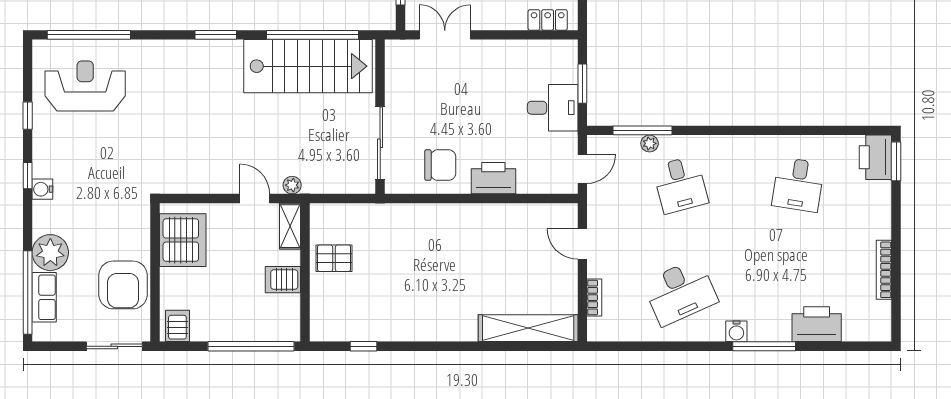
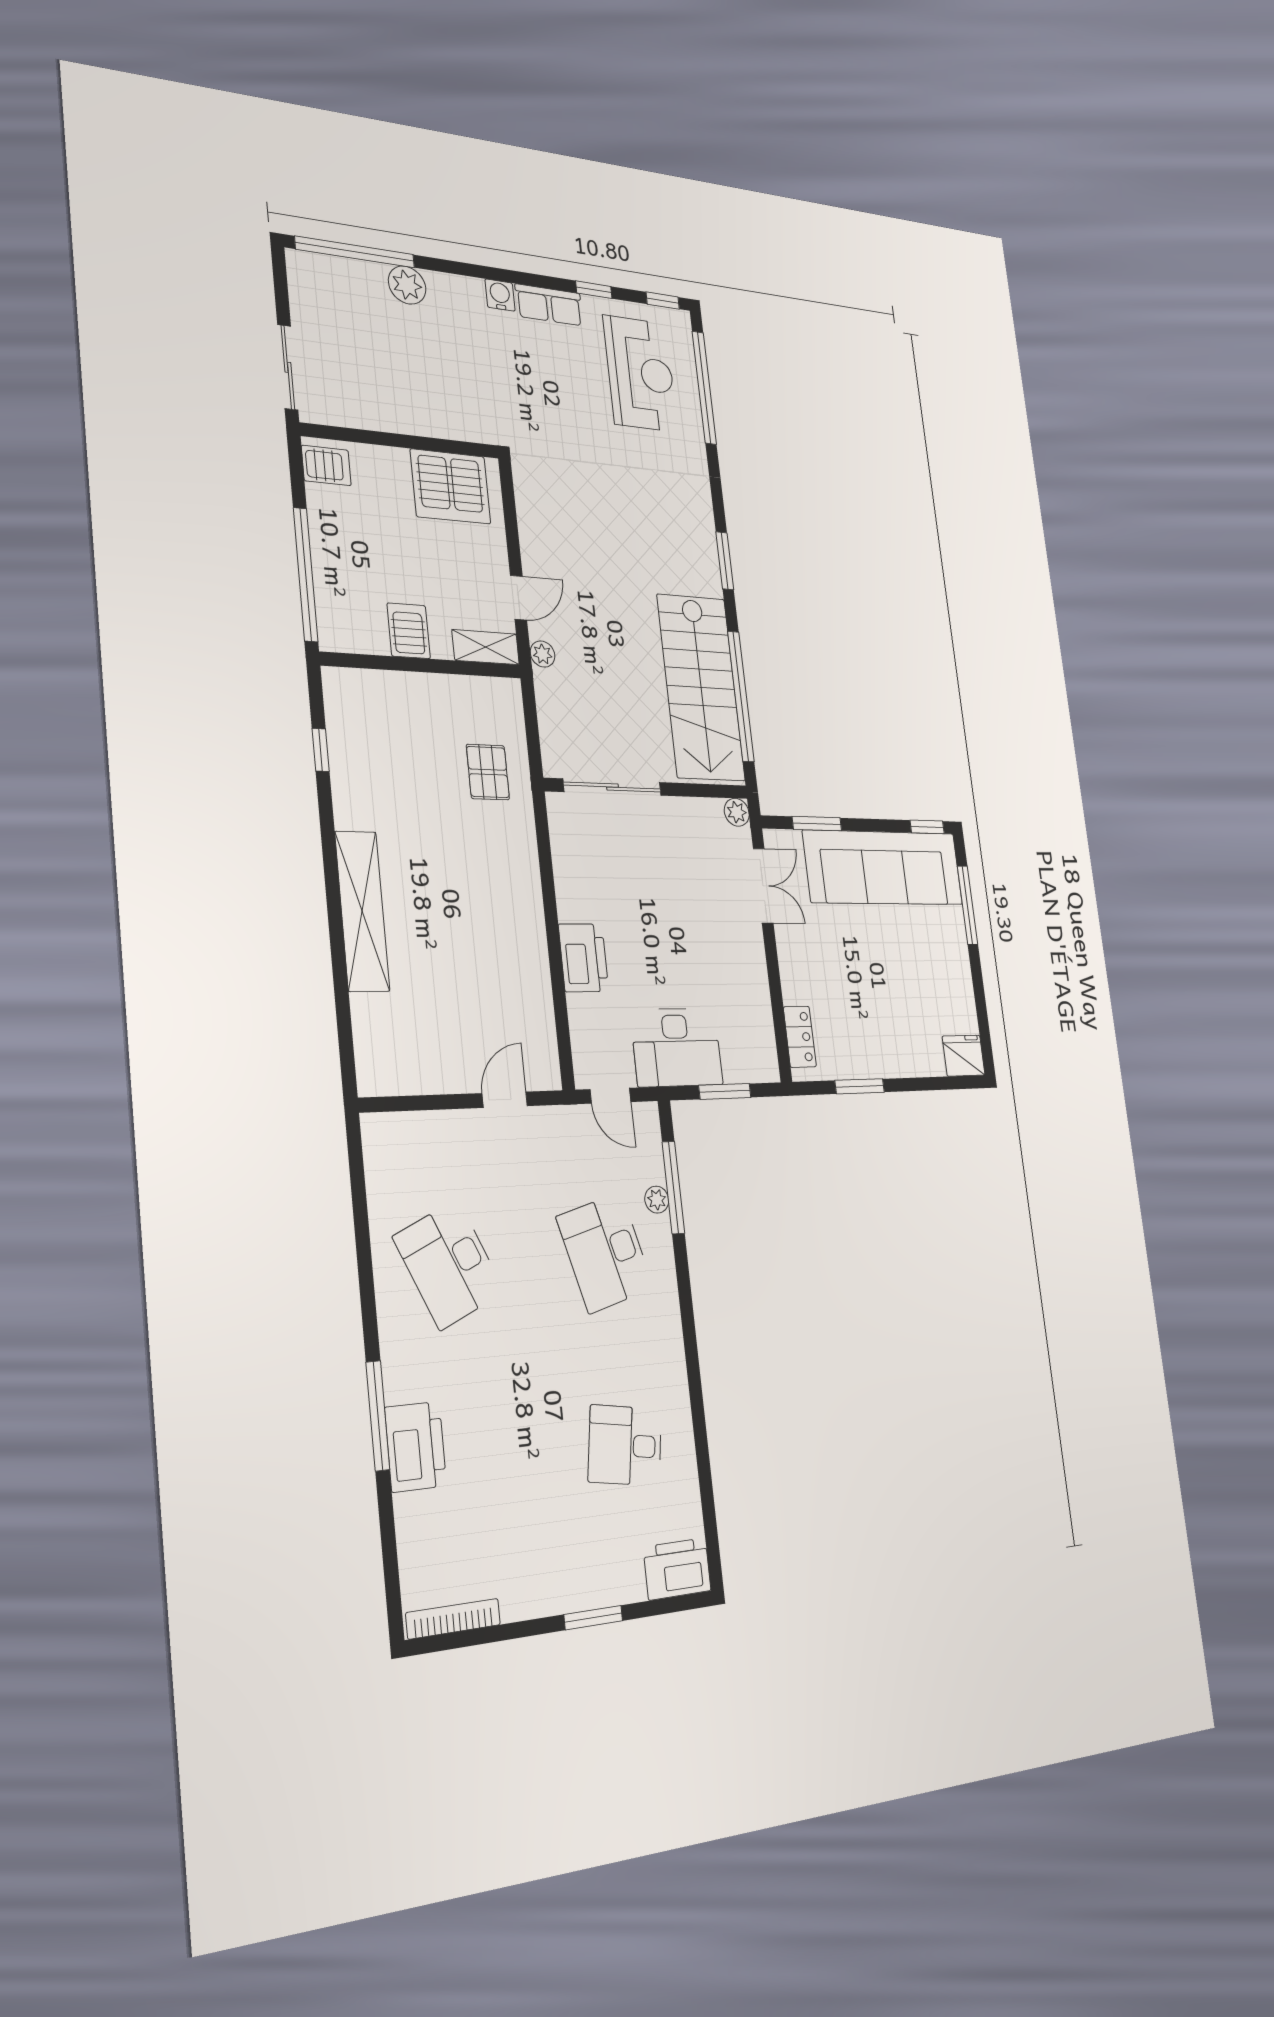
plant: (394, 49) -> (737, 812), added
desk: (553, 108) -> (677, 1047), width x1.37
window: (896, 161) -> (593, 1618), moved
chair: (440, 165) -> (593, 877), removed
window: (28, 176) -> (663, 301), moved
desk: (680, 185) -> (605, 1253), width x1.37
plant: (50, 253) -> (407, 285), width x0.73, depth x0.73
pallet: (334, 258) -> (488, 772), moved
bookcase: (884, 270) -> (453, 1619), moved
armchair: (123, 285) -> (379, 392), removed
row of seats: (44, 297) -> (549, 305), moved
bookcase: (594, 298) -> (428, 1122), removed
printer: (817, 324) -> (416, 1447), moved
shelving: (528, 328) -> (362, 911), moved
water cooler: (736, 331) -> (397, 1365), removed

